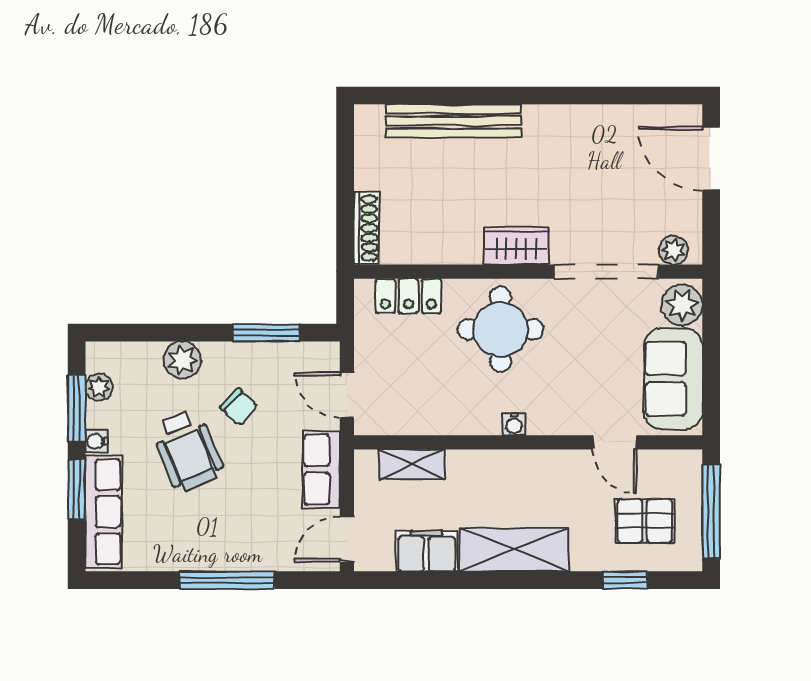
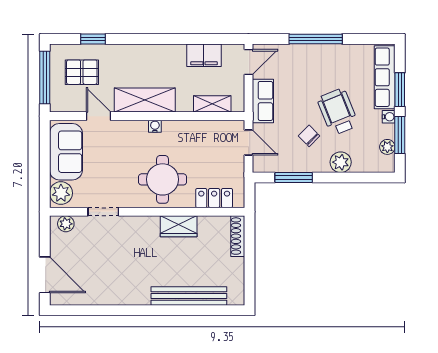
wardrobe: (516, 246) -> (179, 226), moved
doorway: (606, 272) -> (103, 212), width x0.53
shelving: (514, 550) -> (145, 100), moved

